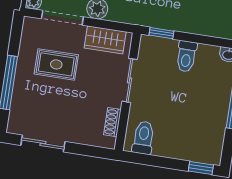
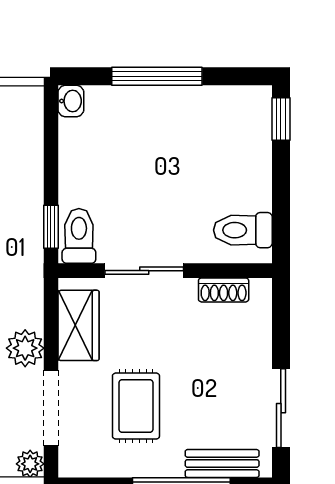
toilet: (186, 56) -> (79, 236), moved, turned -90
bench: (18, 107) -> (222, 463), added

